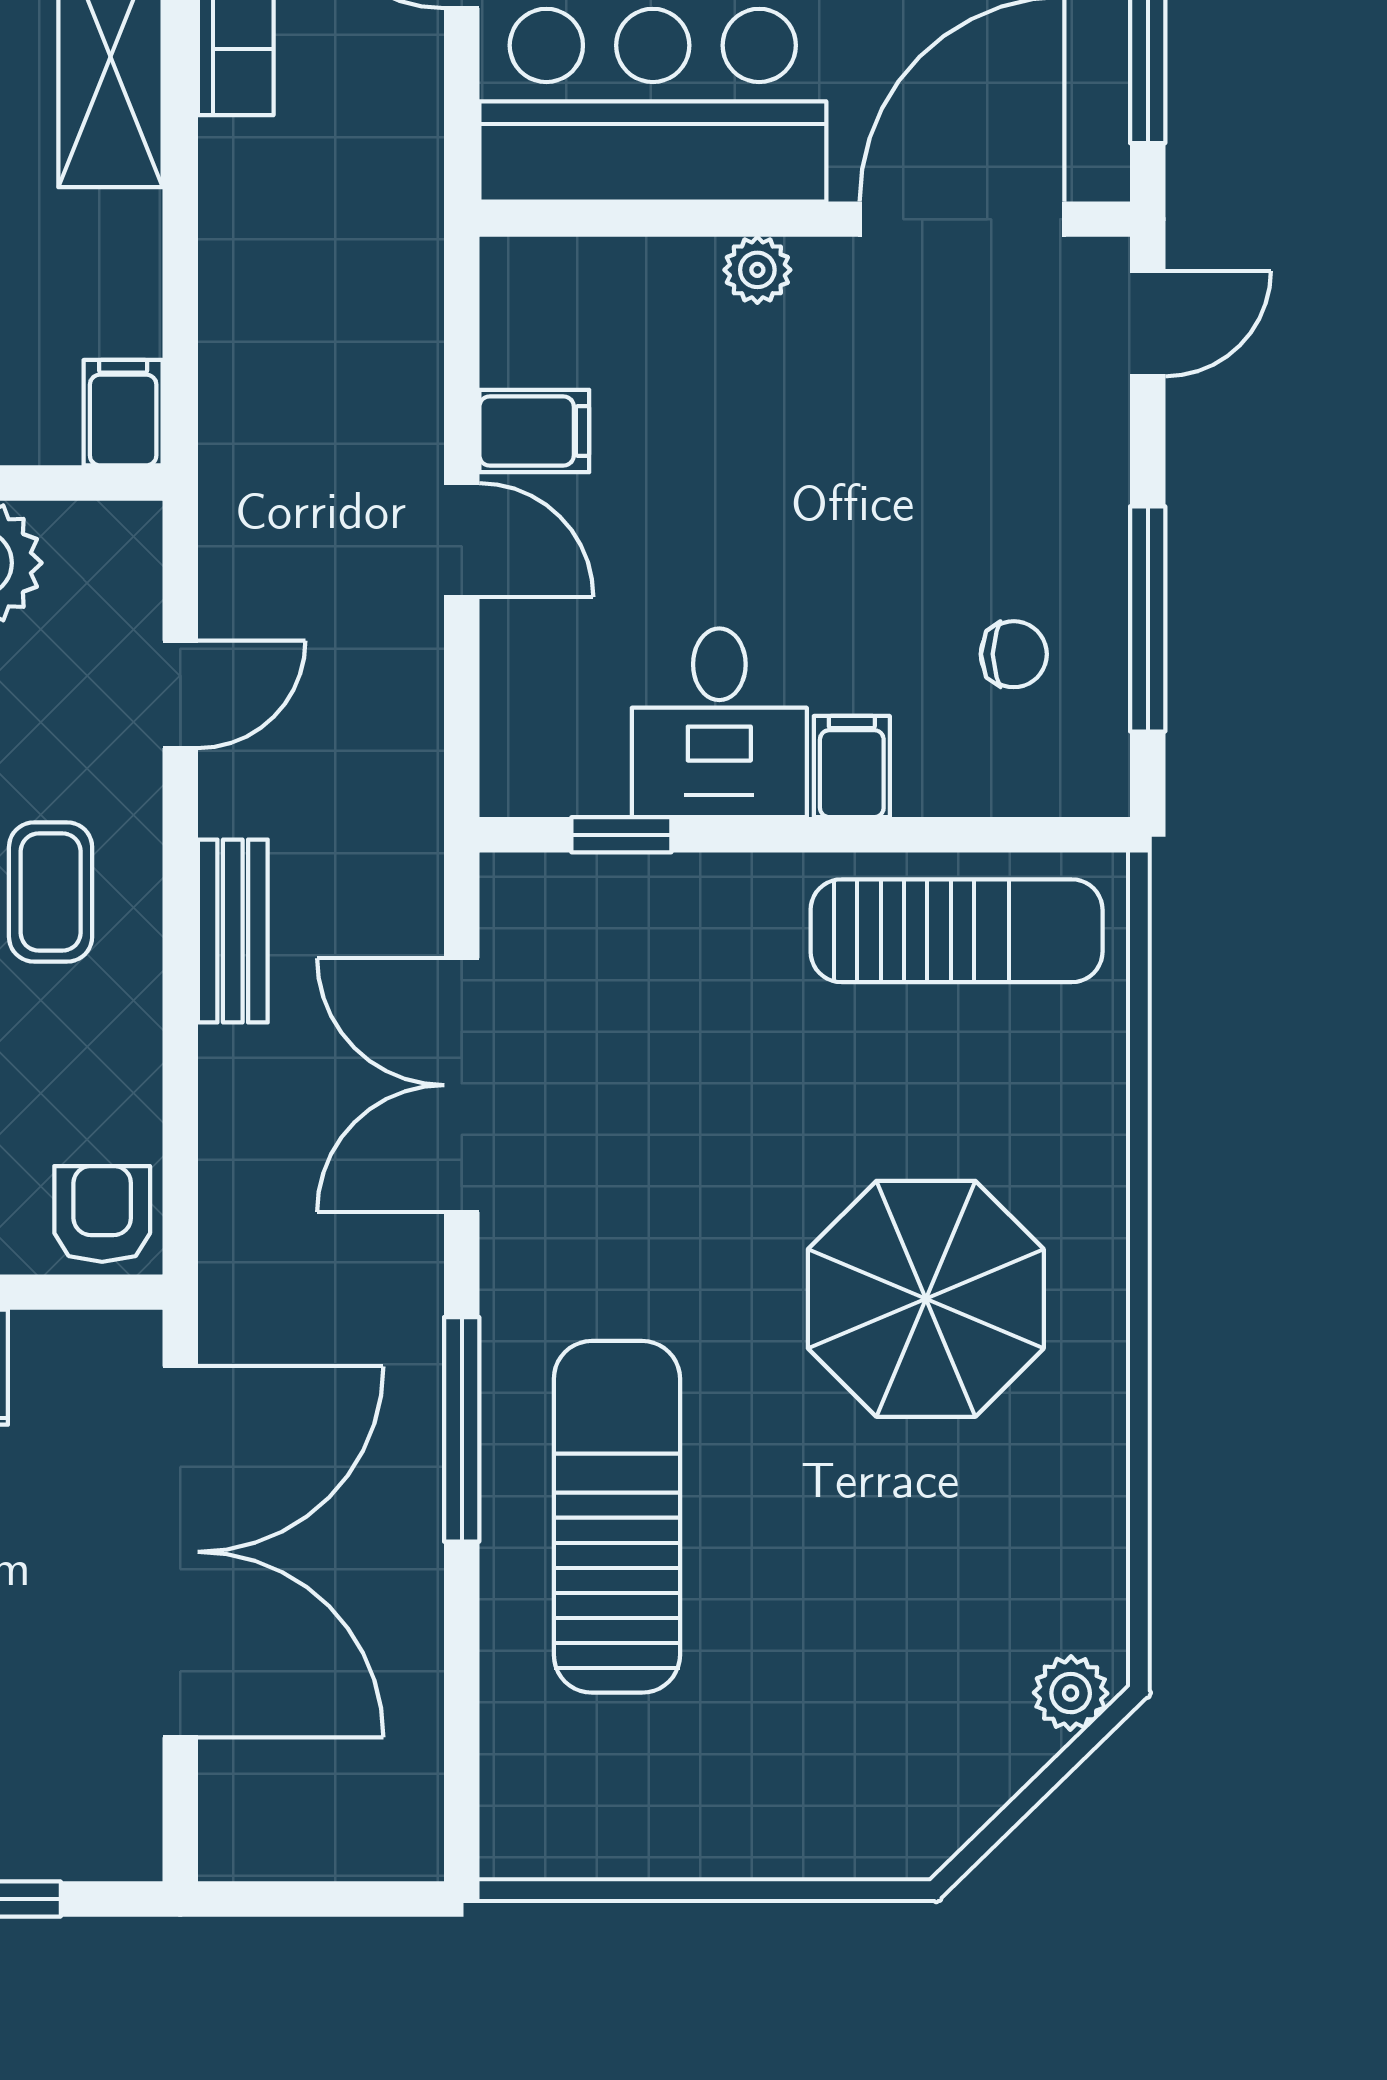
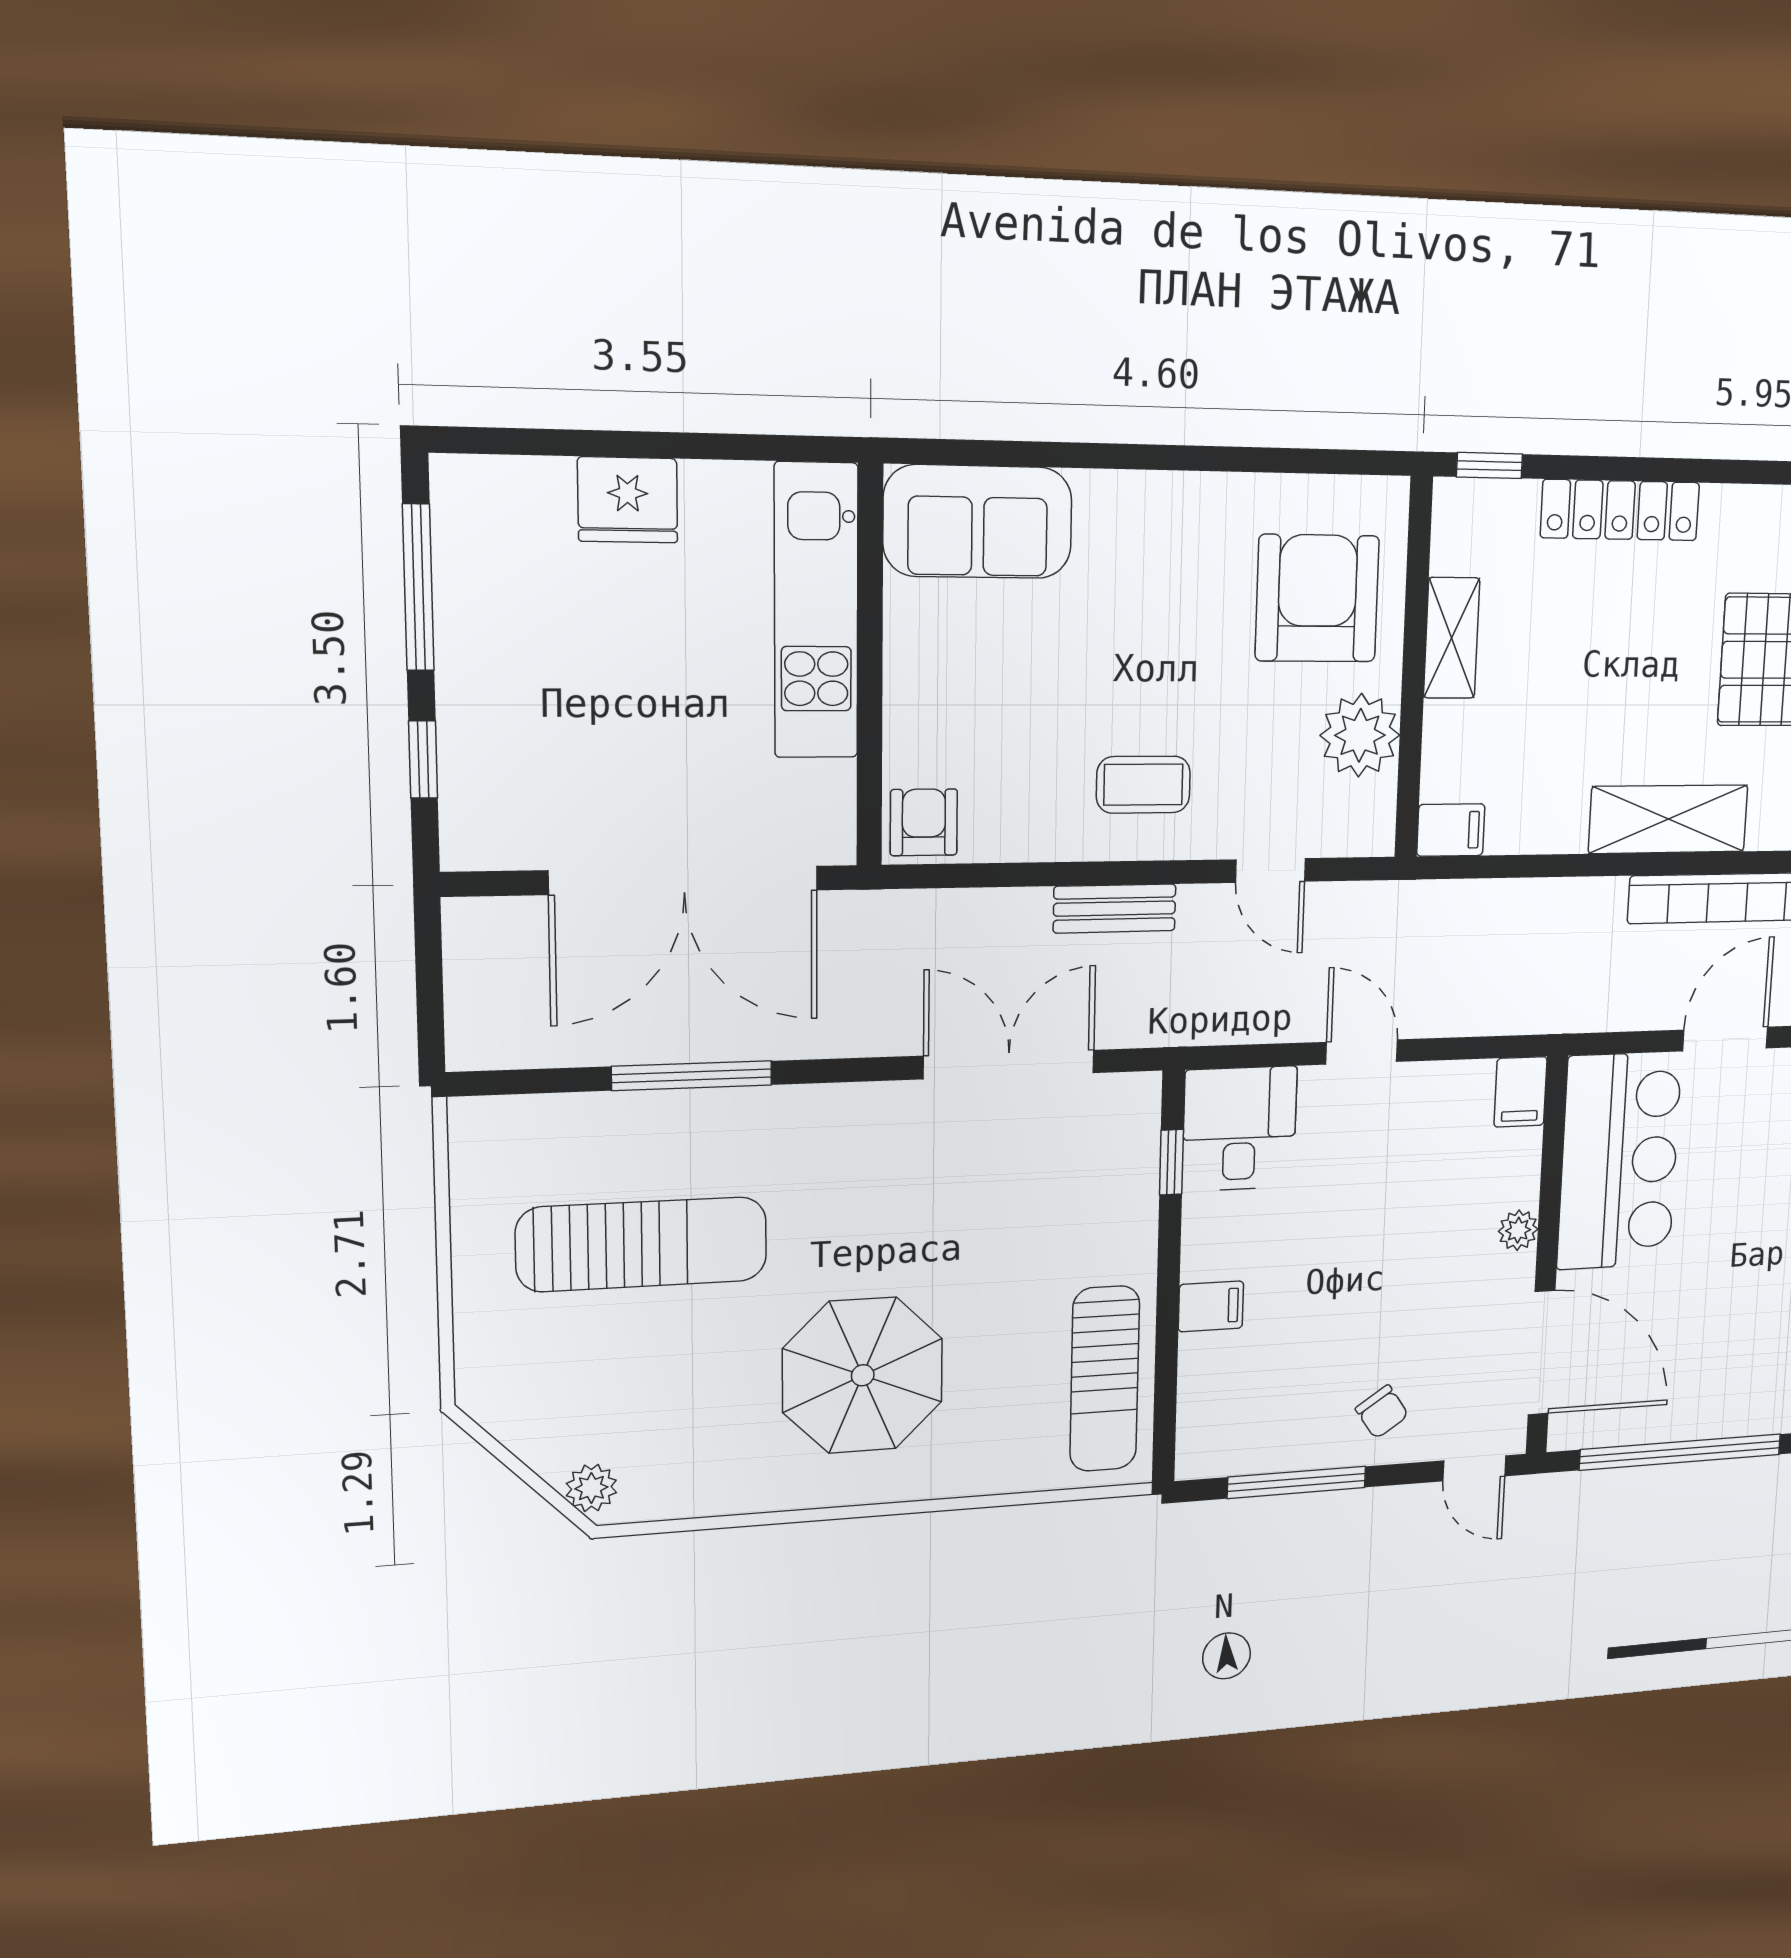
filing cabinet: (534, 431) -> (1521, 1092), moved
door: (462, 540) -> (1362, 1052), swing flipped
chair: (1014, 654) -> (1382, 1412), moved, turned -34
desk: (719, 723) -> (1240, 1129), moved, turned 90
armchair: (102, 1214) -> (924, 822), turned -90
window: (462, 1429) -> (692, 1076), moved
sun lounger: (617, 1517) -> (642, 1244), moved

